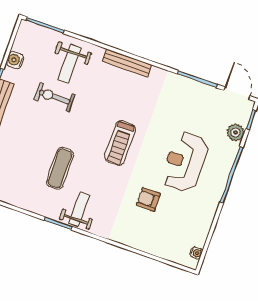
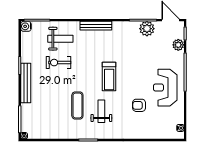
water cooler: (15, 60) -> (26, 26), moved
weight bench: (69, 64) -> (60, 39), turned -90
plant: (199, 93) -> (147, 29), added
reception desk: (185, 162) -> (165, 88), moved
weight bench: (79, 209) -> (101, 111), moved

